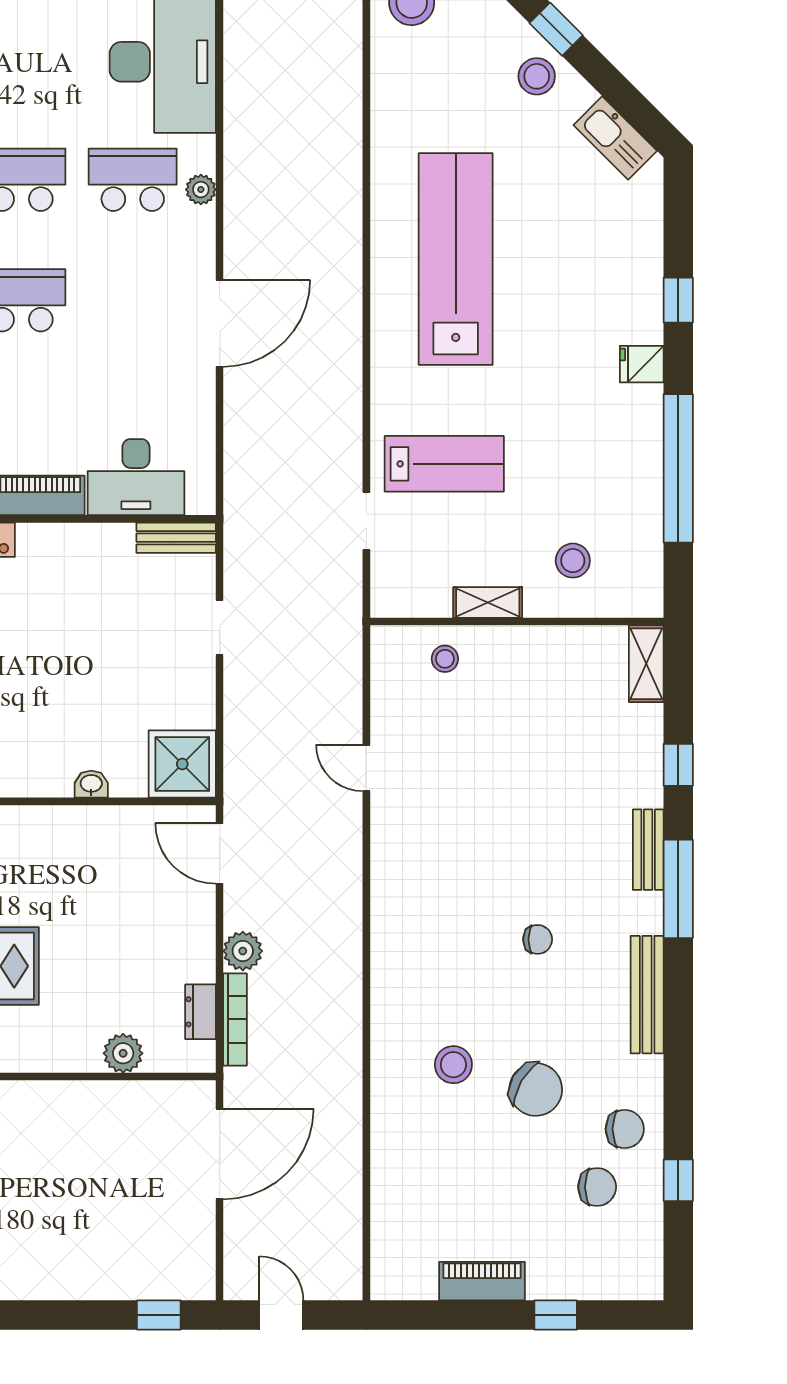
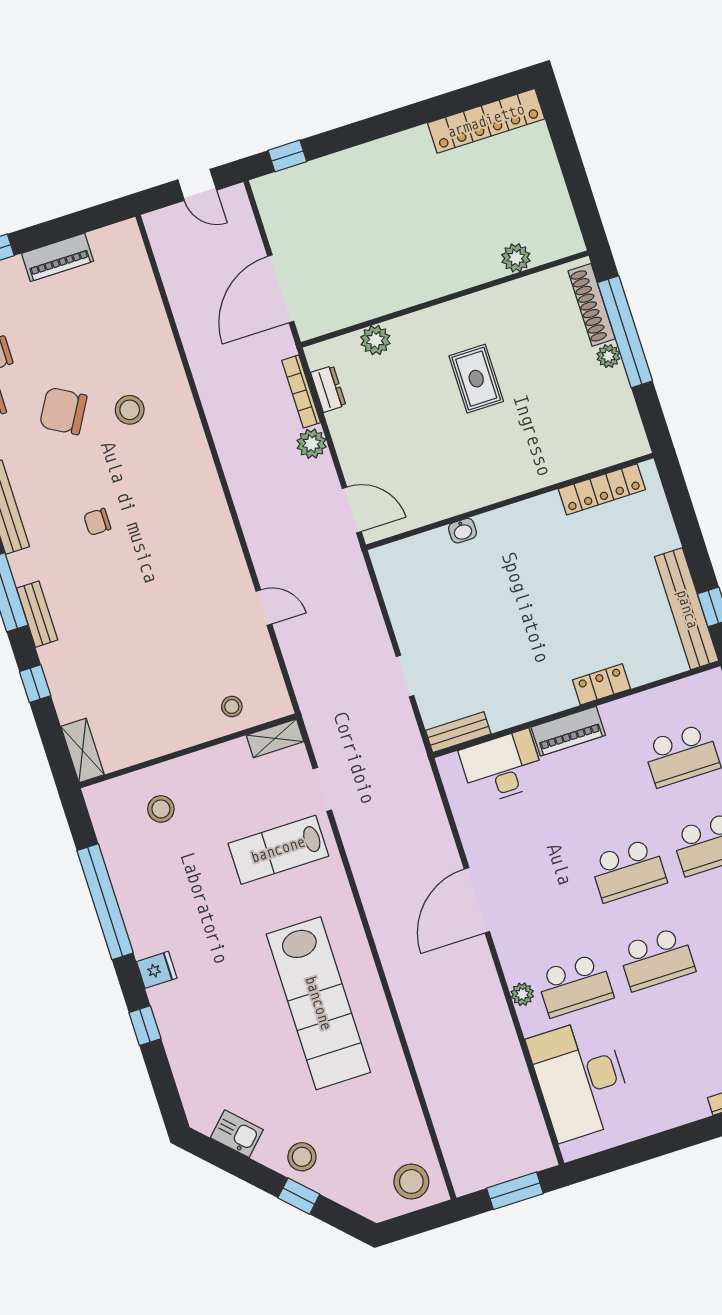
kitchen sink: (615, 138) -> (237, 1134), width x0.73
shelving: (488, 602) -> (275, 738), moved
shower: (182, 764) -> (400, 567), removed

